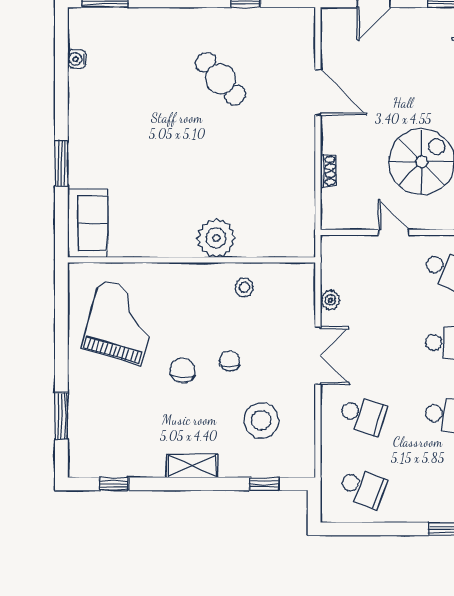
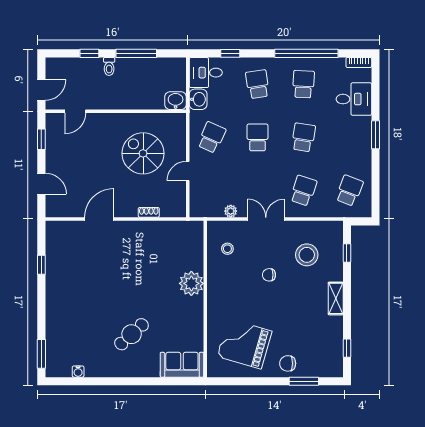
cafe table: (221, 79) -> (132, 334), moved
window: (61, 163) -> (144, 381), removed
stool: (244, 288) -> (227, 249), moved
chair: (183, 370) -> (288, 363), moved

